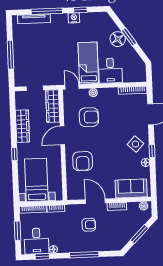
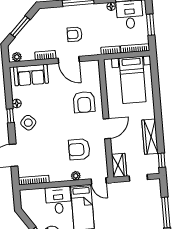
wardrobe: (53, 106) -> (119, 165), width x0.67
window: (14, 154) -> (162, 160), moved
armchair: (83, 161) -> (84, 102), turned 180

